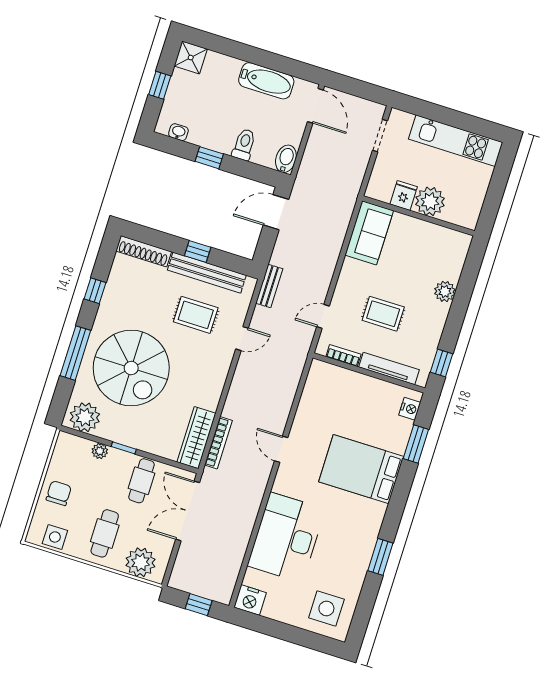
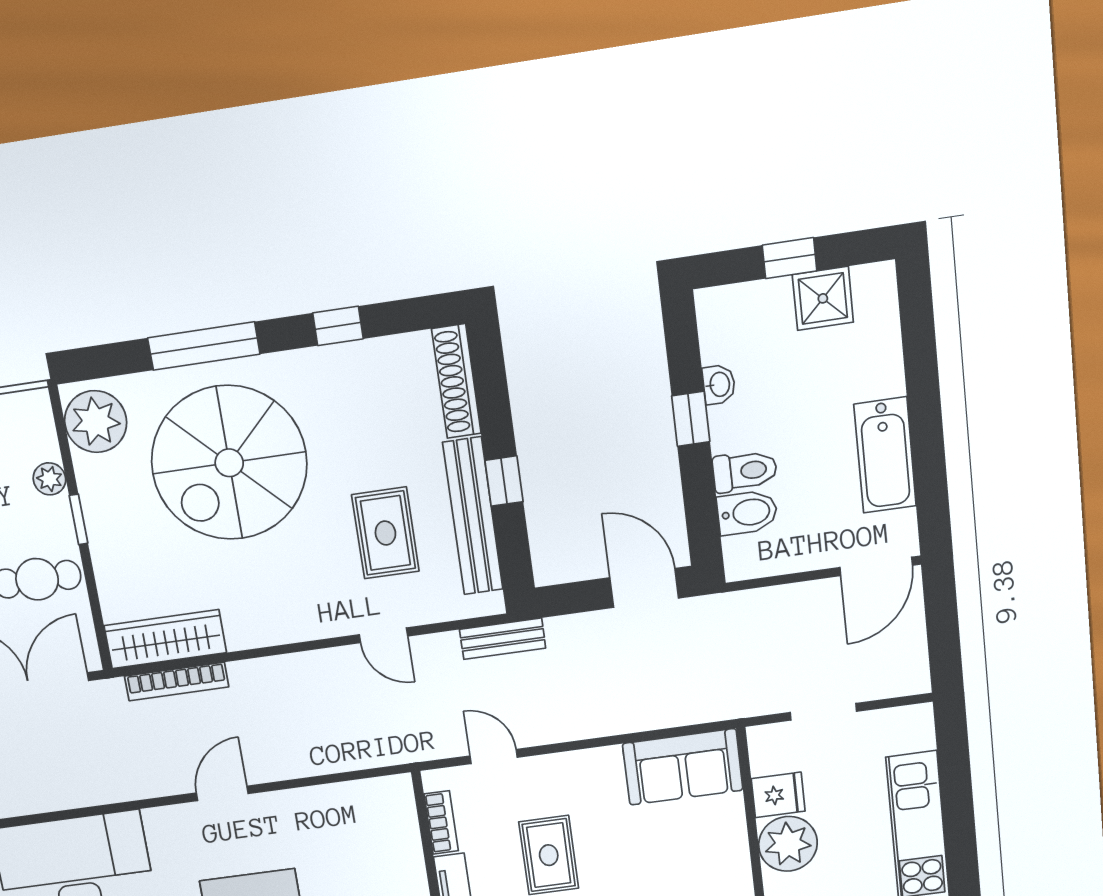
shower: (191, 58) -> (823, 298), moved
washbasin: (178, 132) -> (719, 384), moved
doorway: (380, 136) -> (823, 712), moved
bidet: (286, 159) -> (747, 513), moved

